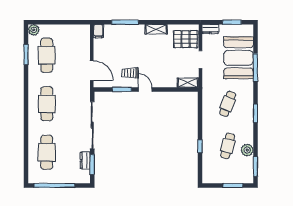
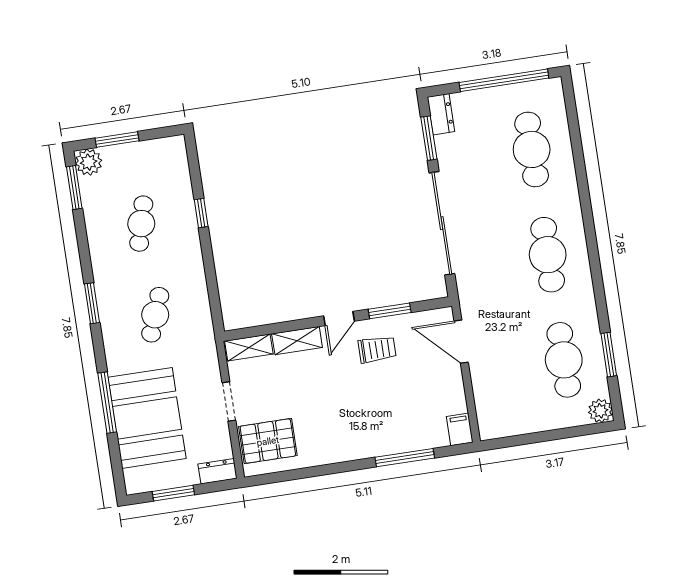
shelving: (156, 29) -> (297, 341), moved
door: (145, 89) -> (339, 319), hinge flipped
plant: (247, 150) -> (89, 162), moved
dresser: (85, 160) -> (441, 114), moved

